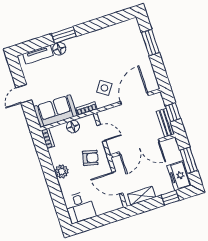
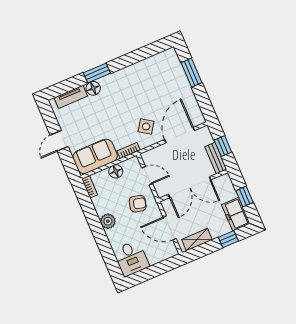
window: (189, 160) -> (245, 196), width x0.67

